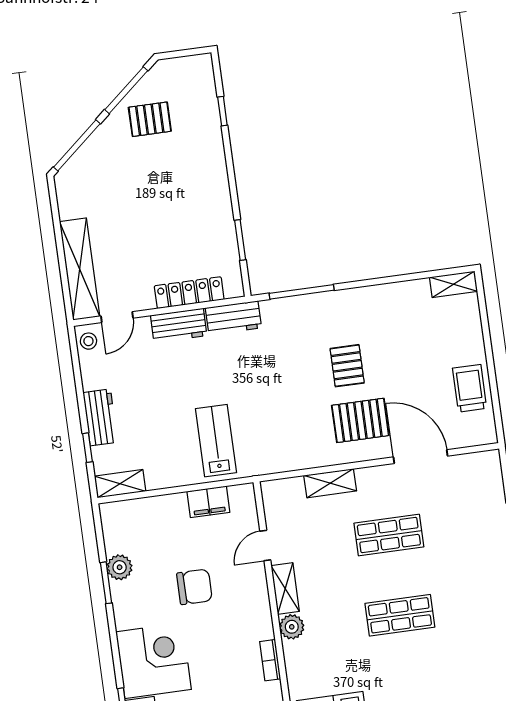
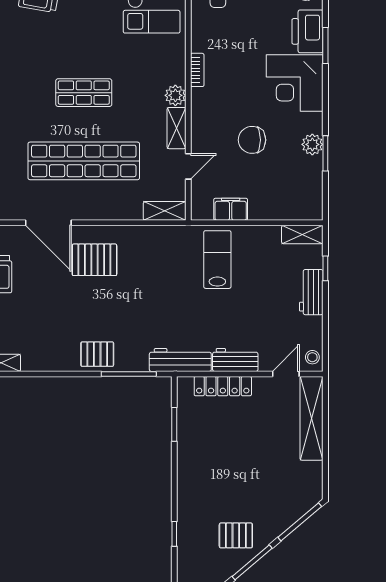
workbench: (233, 318) -> (180, 360), width x1.38
pallet: (347, 366) -> (97, 354), moved, turned 90
lab bench: (216, 441) -> (217, 260), turned 180
shelving: (330, 483) -> (165, 211), moved
shop shelf: (389, 535) -> (84, 161), width x2.00, depth x1.36
plant: (120, 567) -> (312, 144), moved

